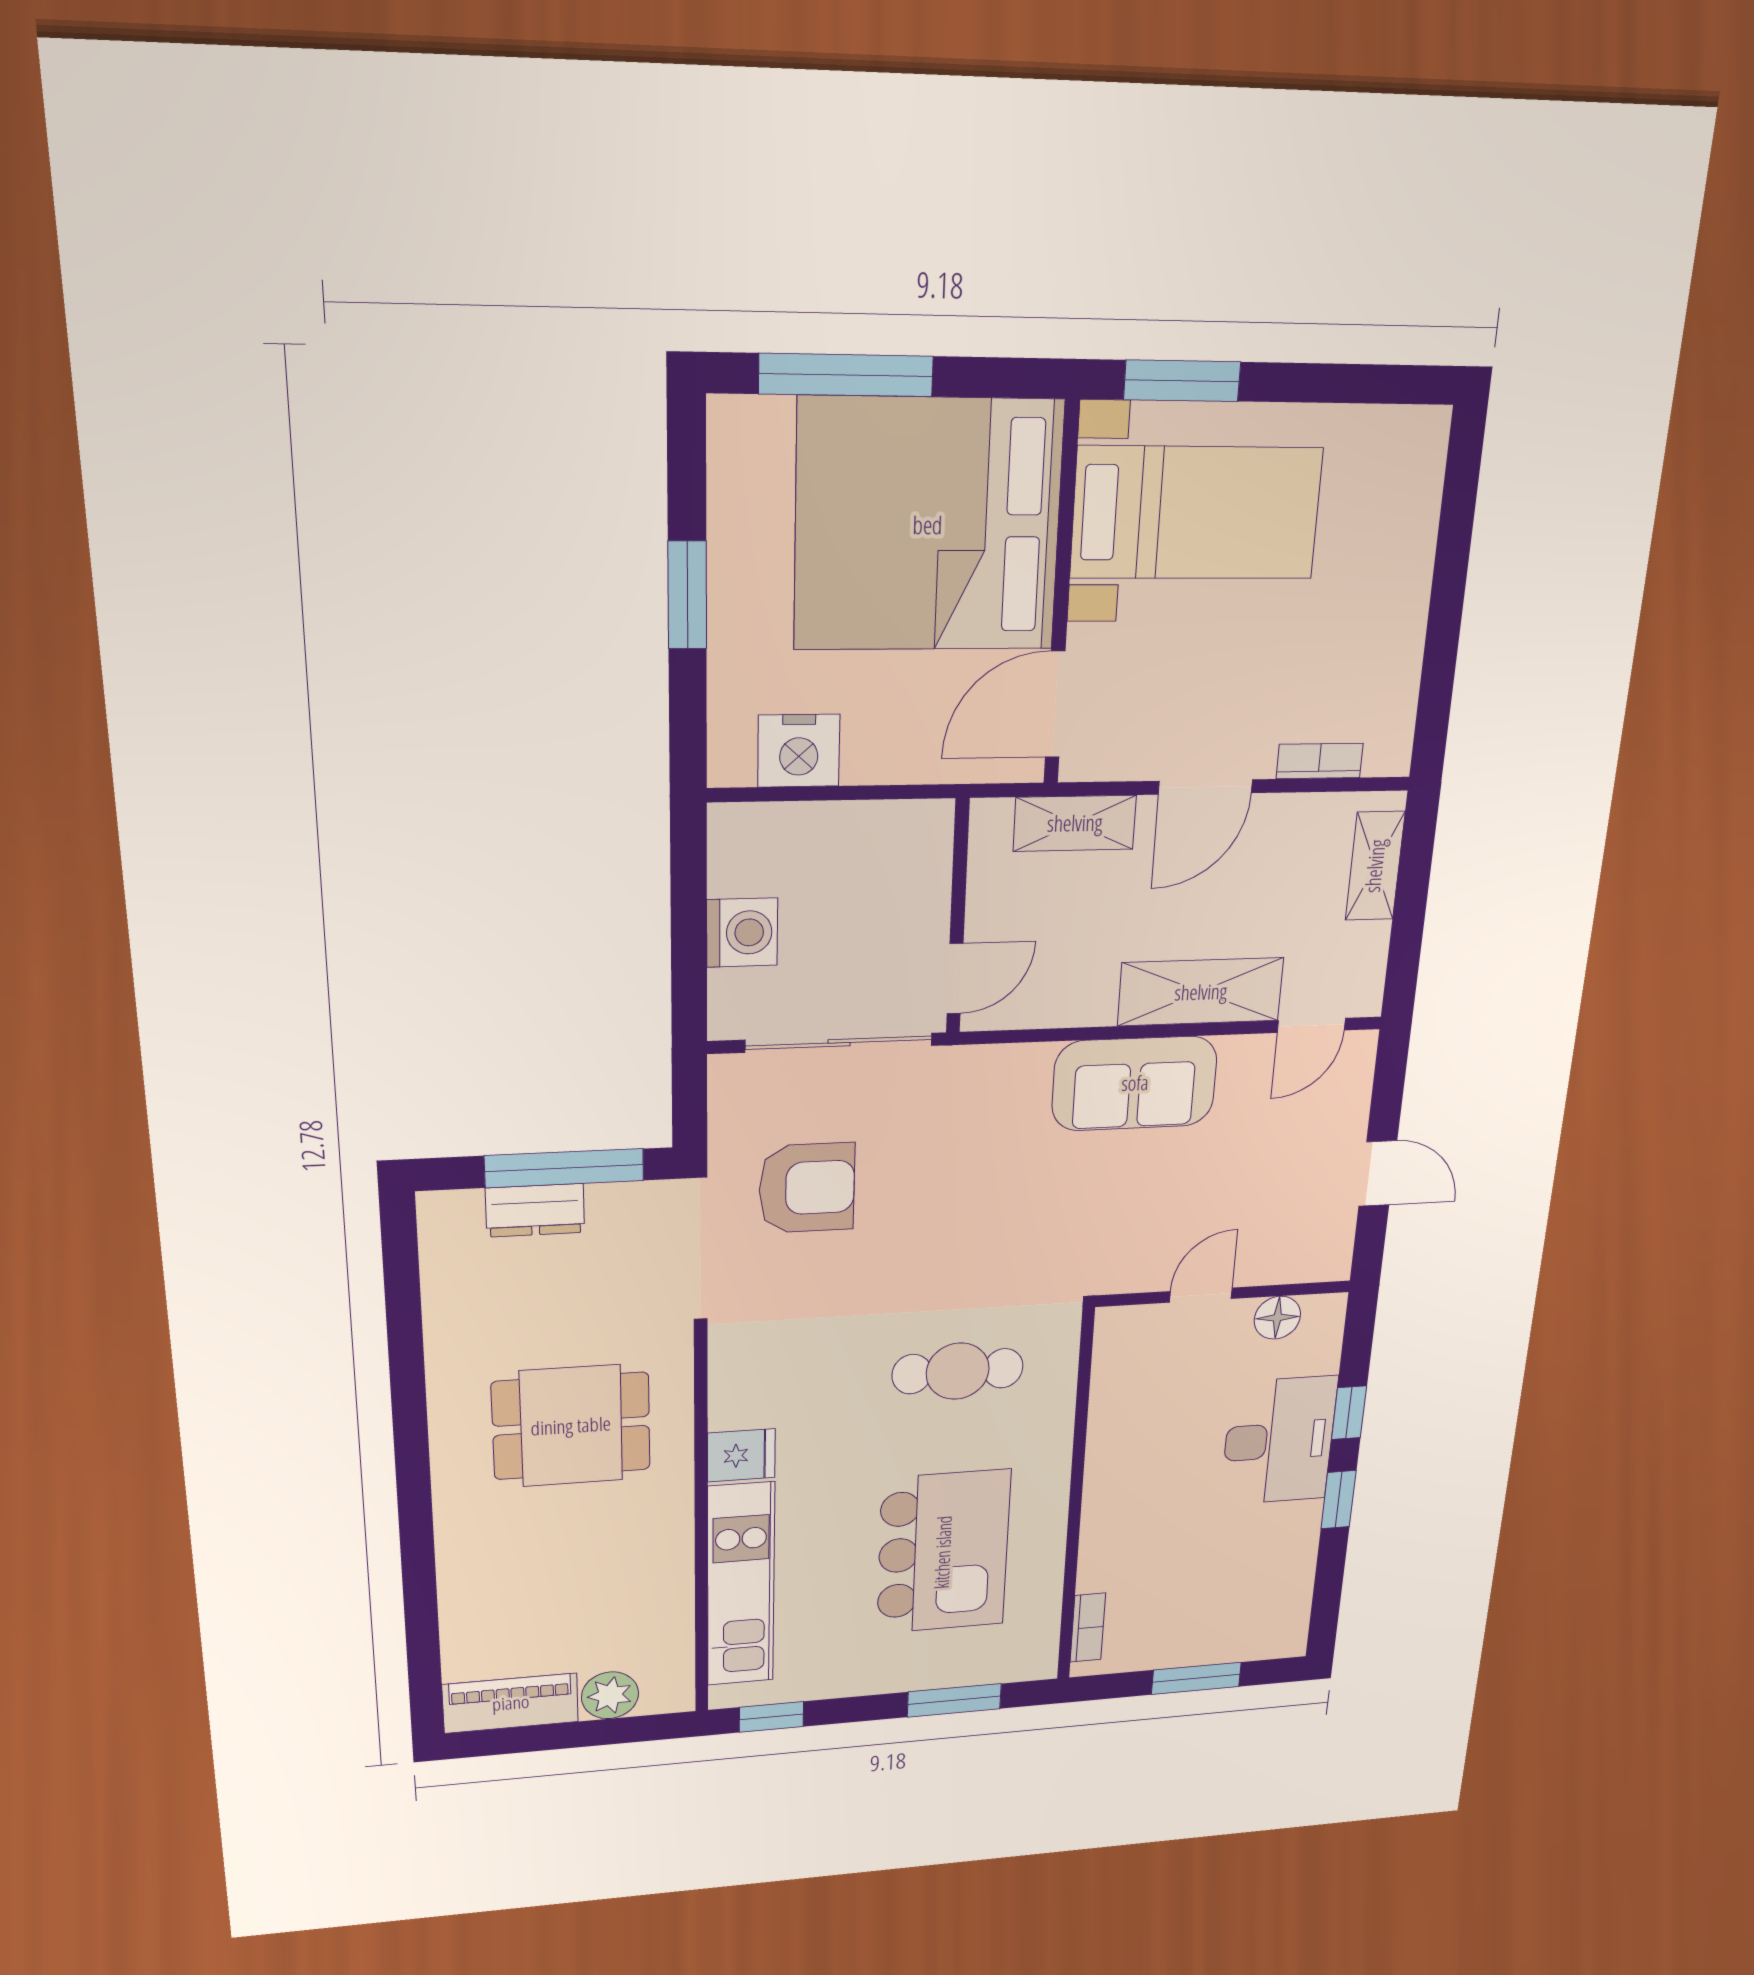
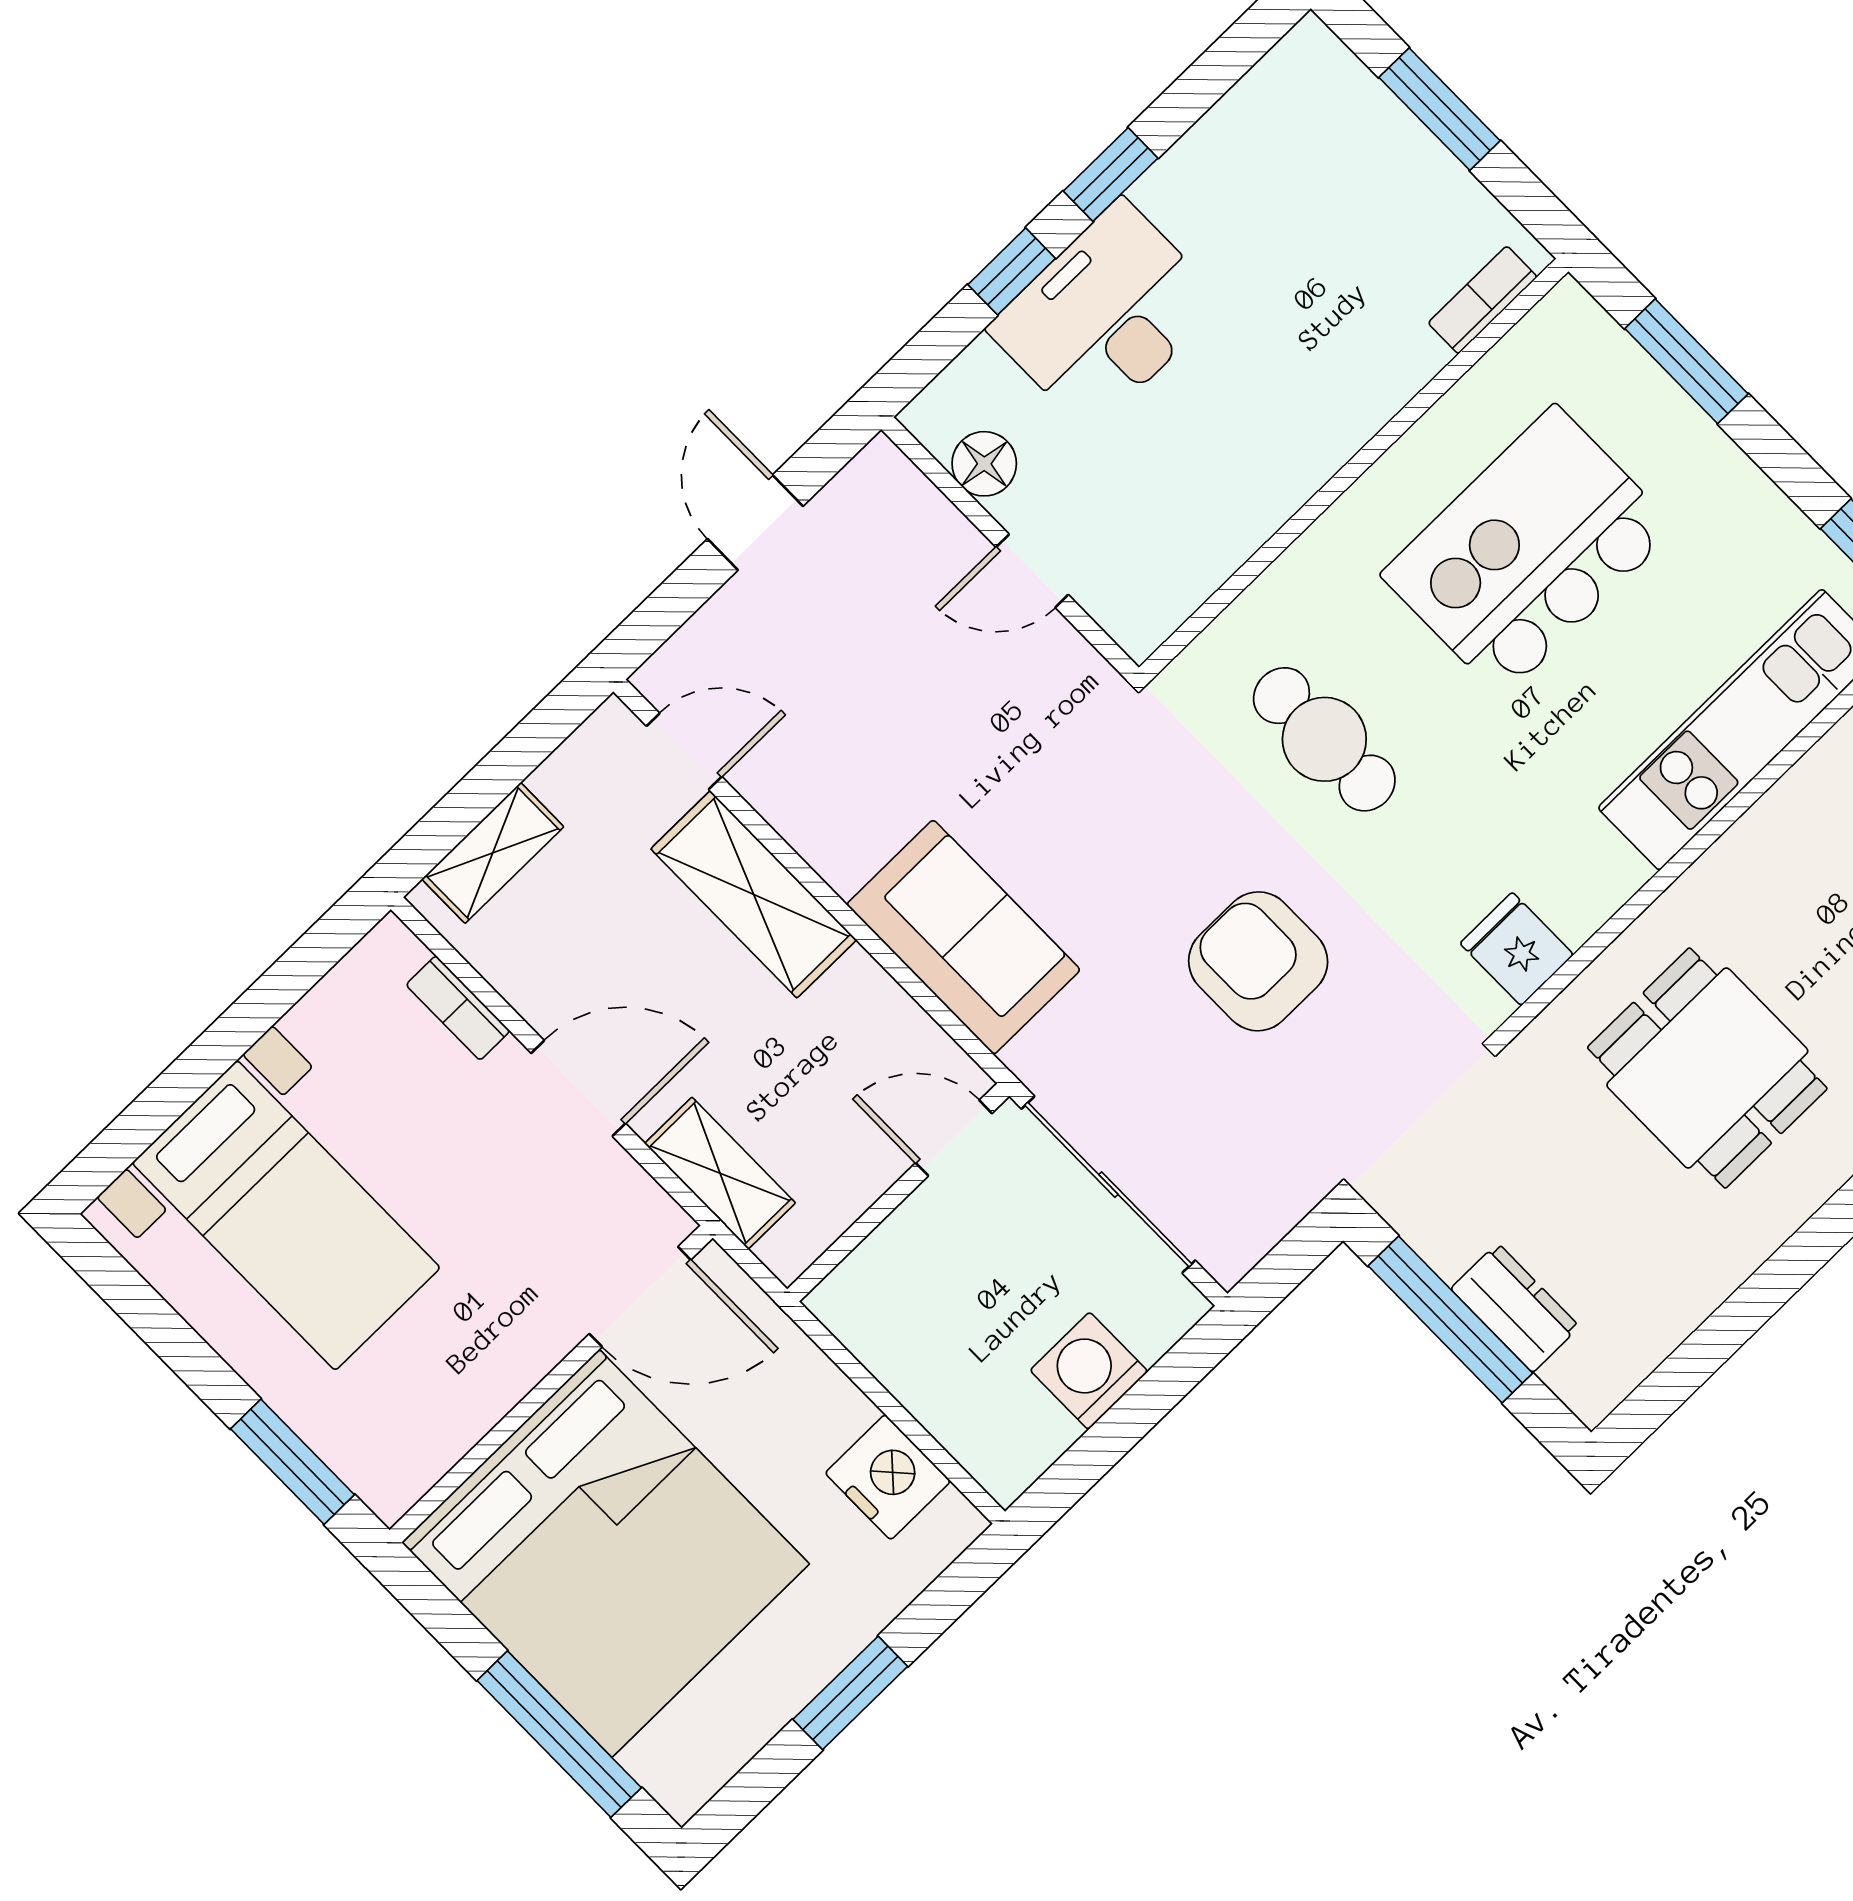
bed with nightstands: (1196, 513) -> (286, 1215), moved, turned 180
sofa: (1135, 1083) -> (963, 937), moved
armchair: (807, 1188) -> (1258, 961), moved
fridge: (741, 1455) -> (1517, 949), moved

